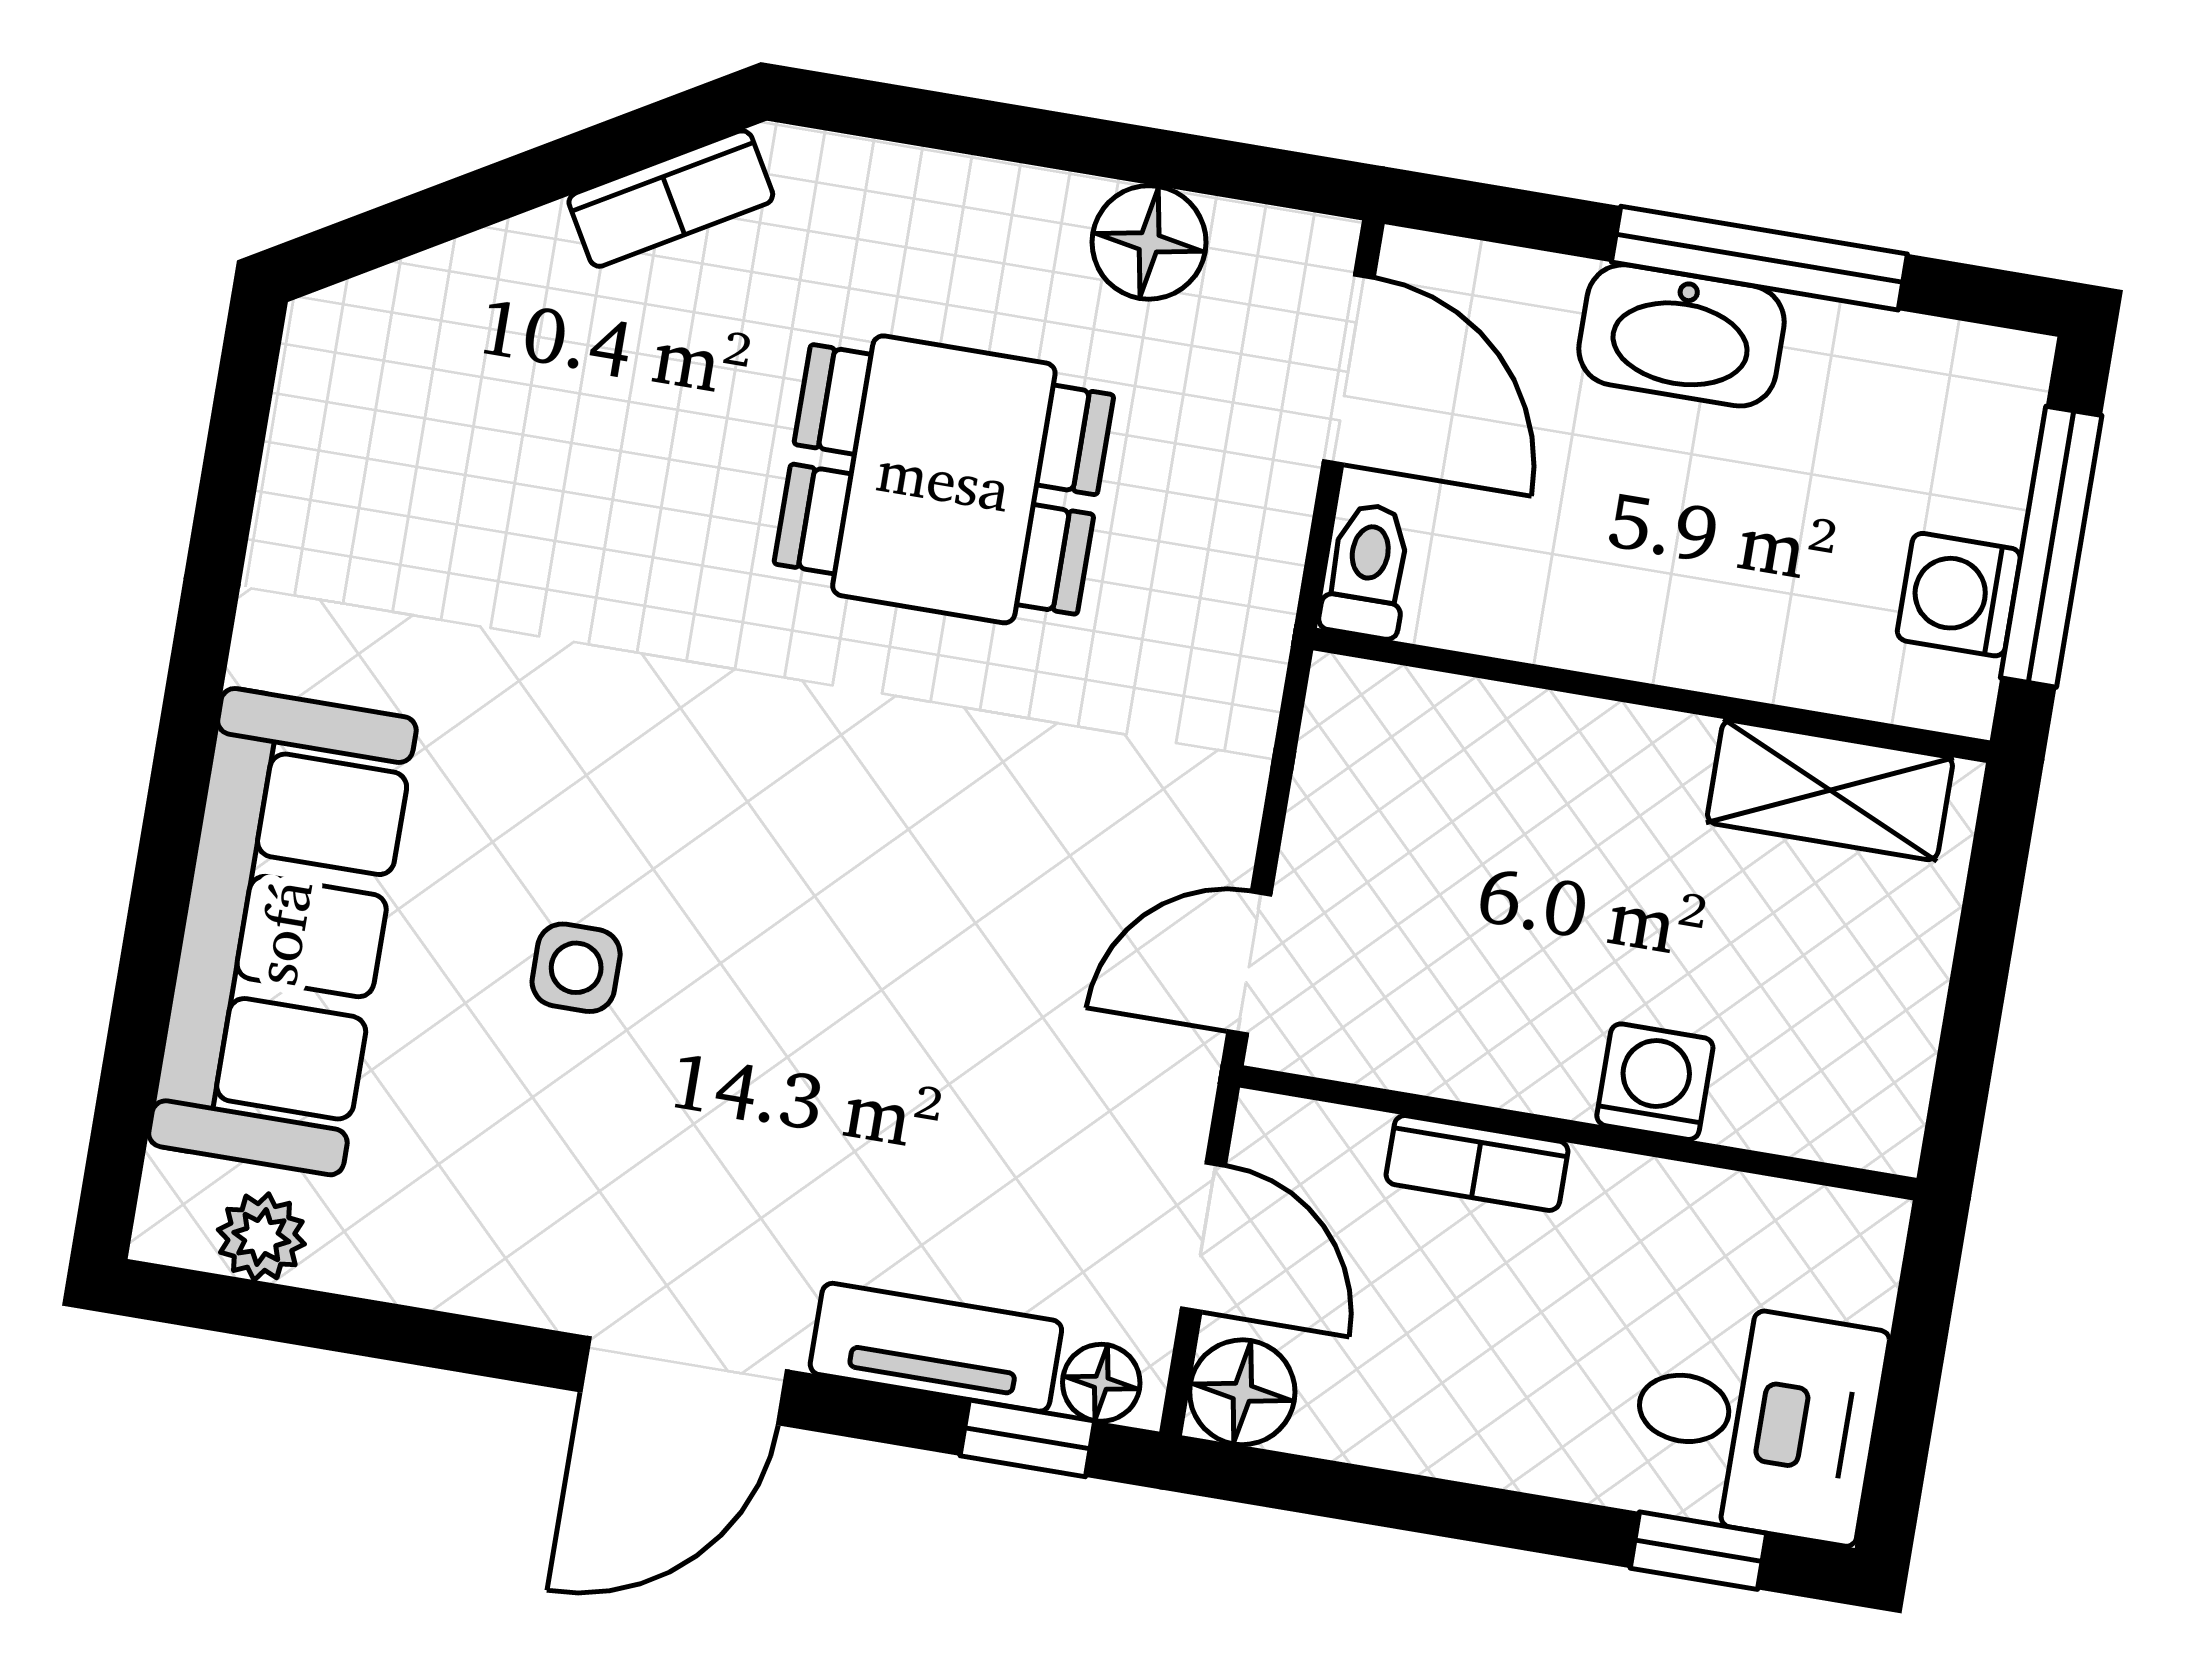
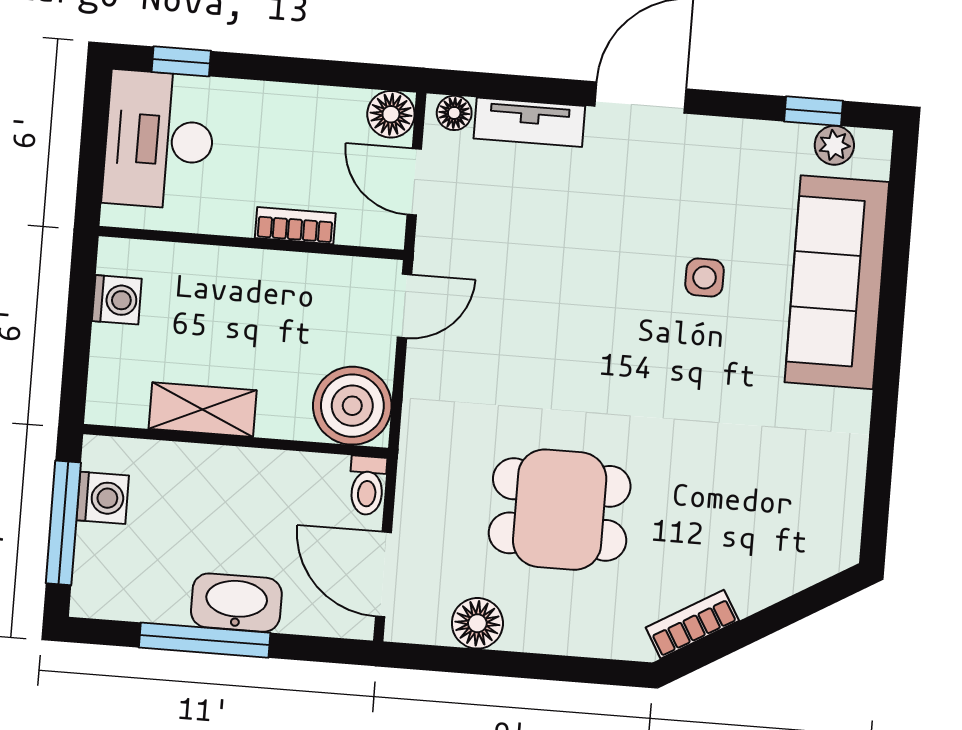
boiler: (1385, 751) -> (352, 406), added
shelving: (1830, 790) -> (203, 410), moved
washing machine: (1655, 1082) -> (117, 300), moved, turned -90
desk: (1756, 1420) -> (159, 140), width x1.37
window: (1027, 1438) -> (814, 111), moved

